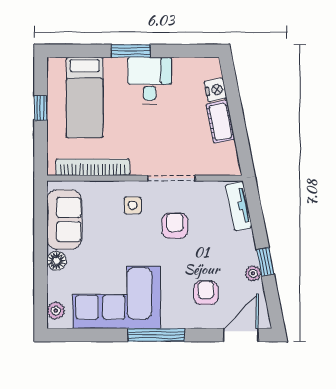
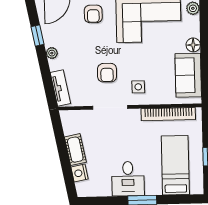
window: (265, 262) -> (37, 35), moved
plant: (253, 273) -> (52, 53), moved
armchair: (206, 293) -> (93, 14), moved

